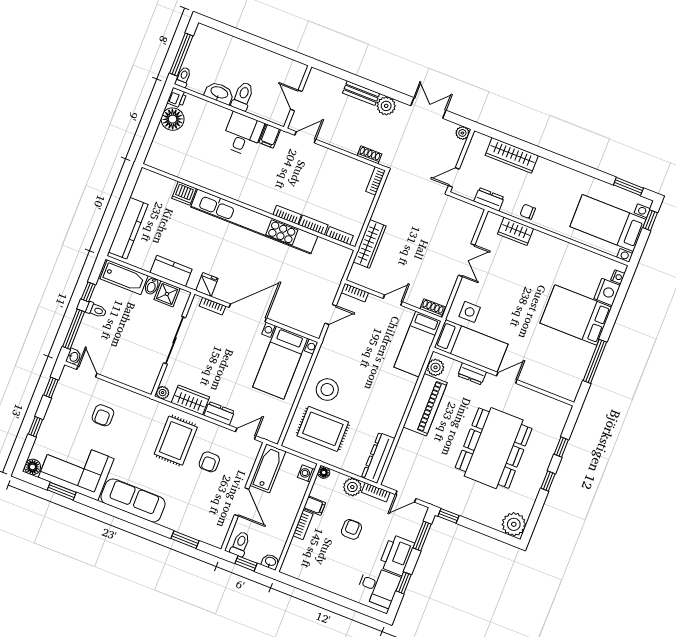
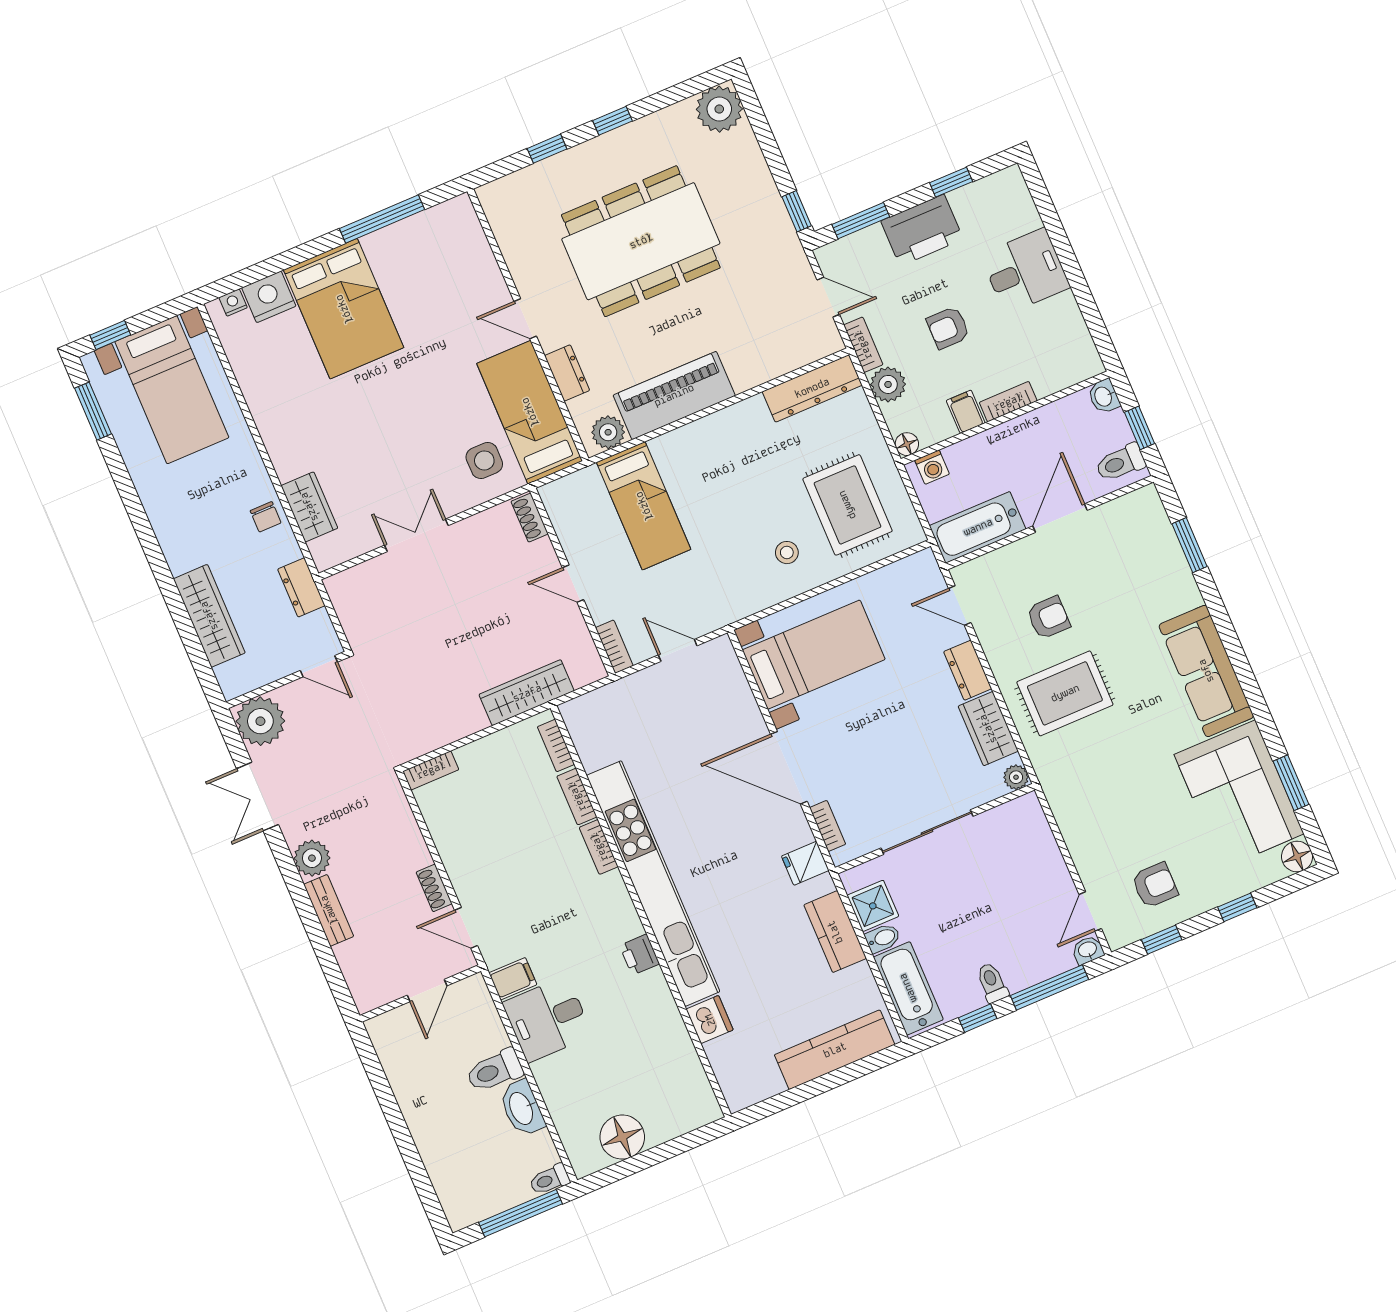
printer: (177, 98) -> (640, 955), moved, turned -90
plant: (462, 133) -> (260, 721), width x1.87, depth x1.87
shoe rack: (369, 155) -> (434, 888), moved
bed: (418, 344) -> (644, 506), moved, turned 90
stool: (327, 390) -> (787, 553), width x0.53, depth x0.53
armchair: (103, 415) -> (1155, 885), moved
desk: (378, 586) -> (1025, 271), moved, turned 90

